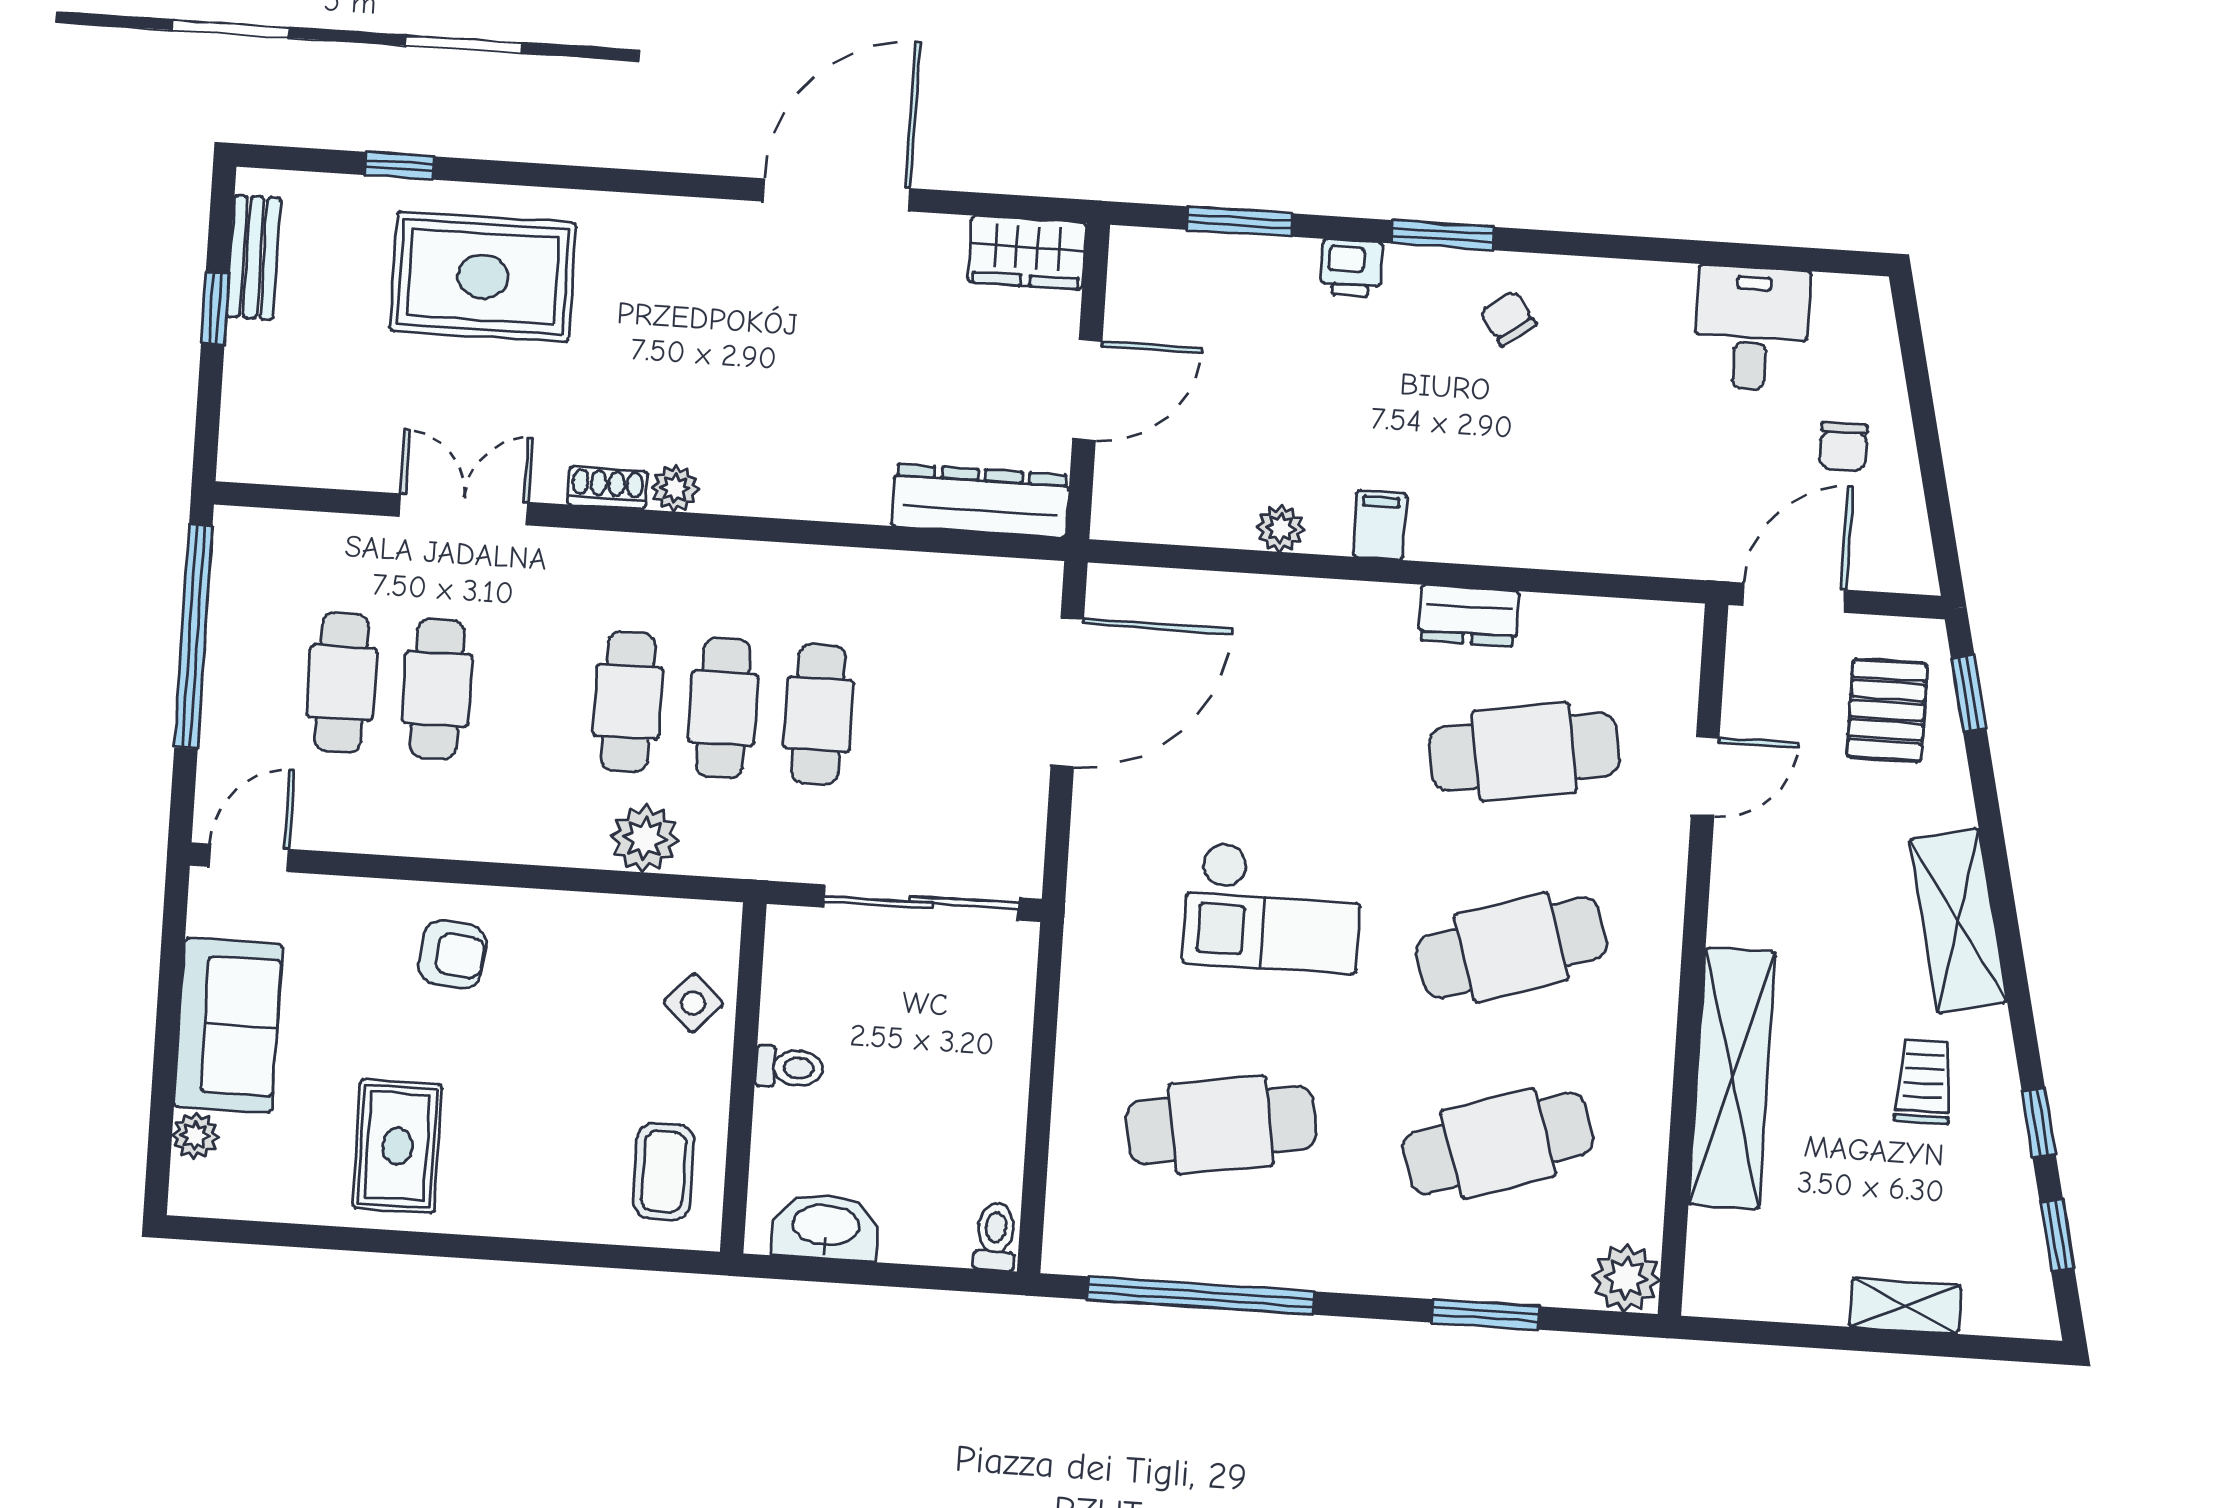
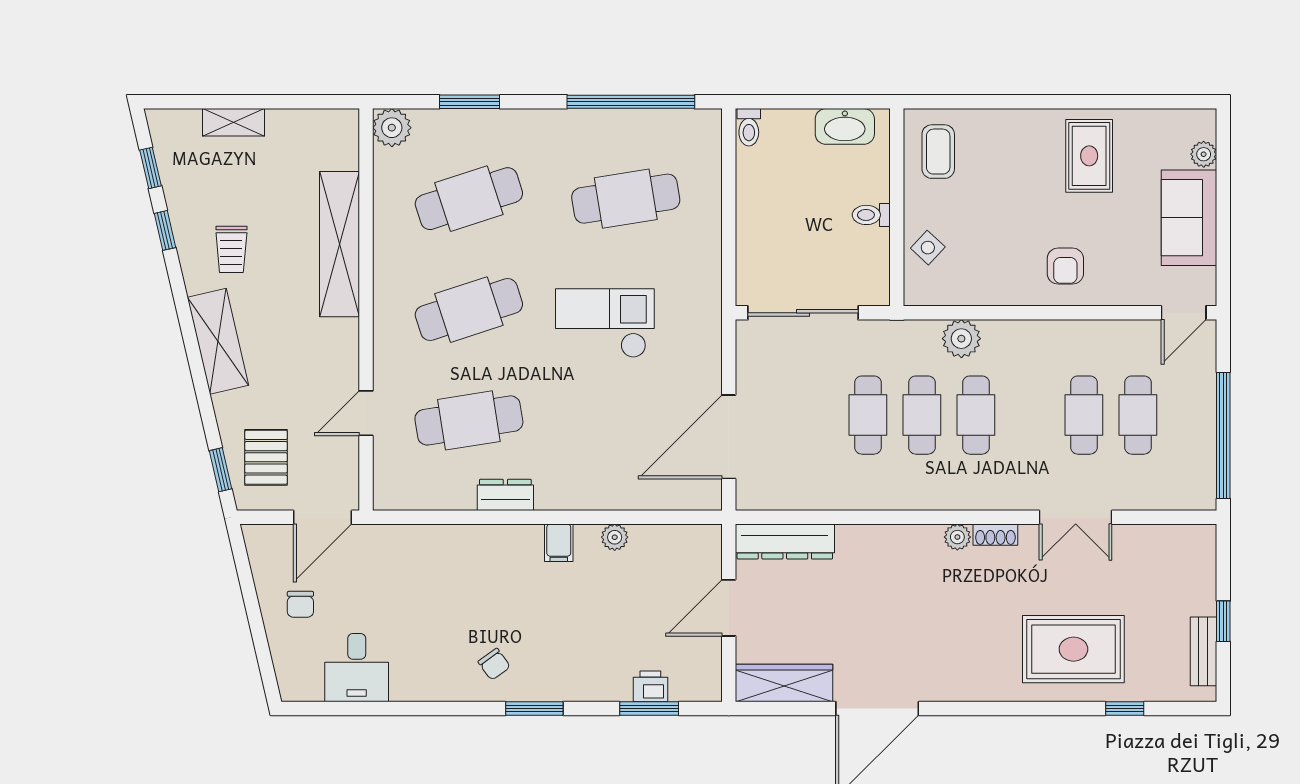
wardrobe: (1027, 253) -> (784, 683), width x1.50
printer: (1351, 268) -> (650, 686), moved
chair: (1843, 447) -> (300, 604), turned 180
armchair: (452, 954) -> (1065, 266), turned -96

